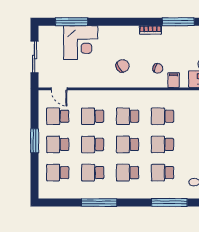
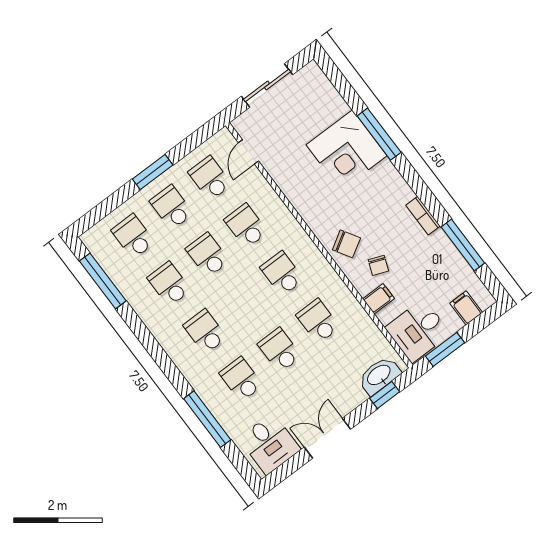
window: (71, 22) -> (379, 134), moved
corner desk: (81, 43) -> (347, 150), moved
chair: (123, 66) -> (346, 244), moved
school desk: (128, 144) -> (244, 302), removed
window: (99, 203) -> (103, 281), moved

